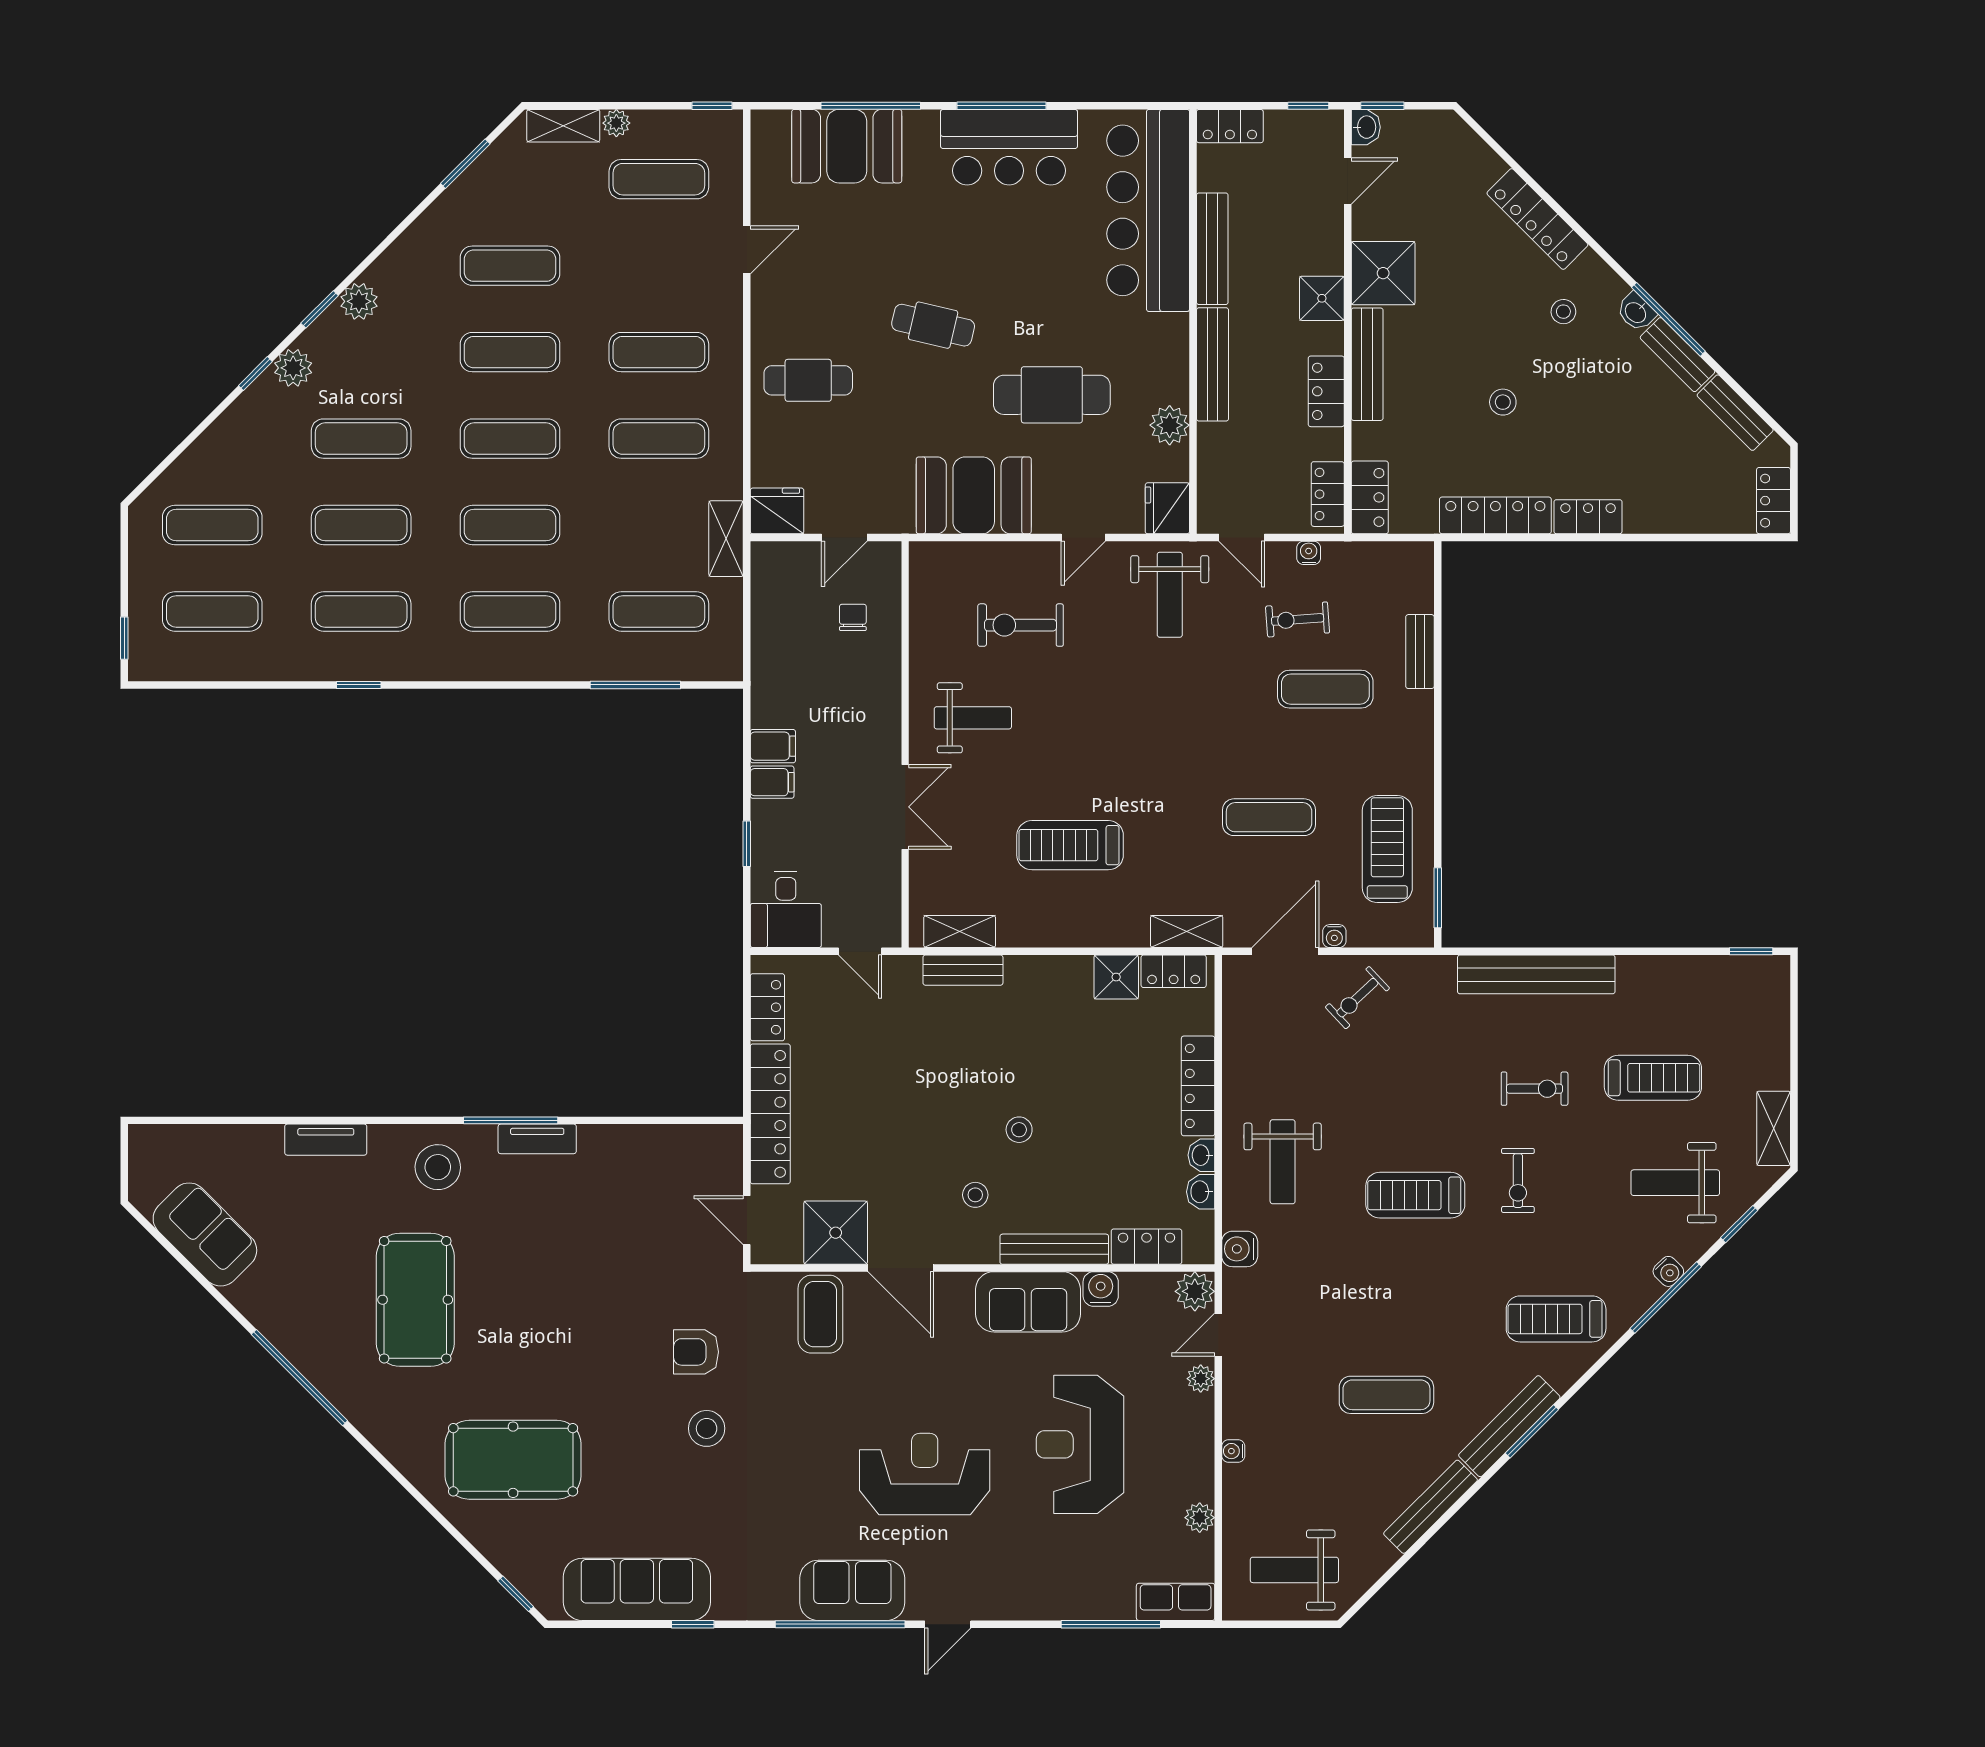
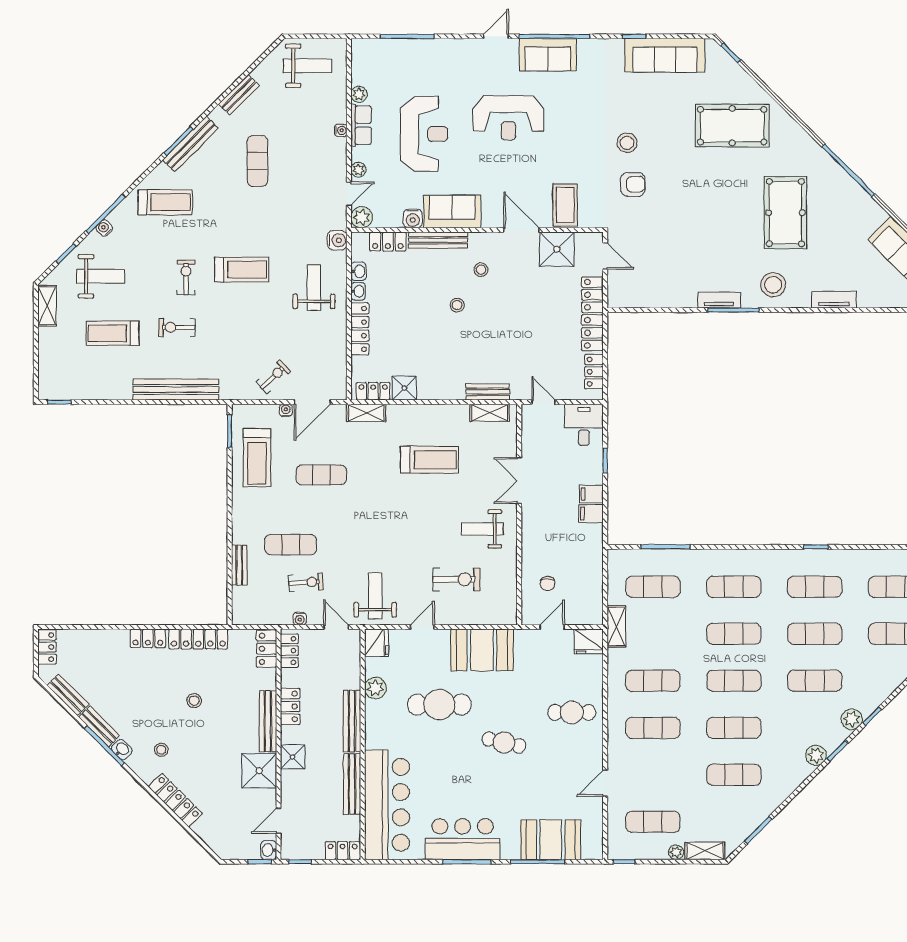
exercise mat: (1386, 1395) -> (257, 161), turned 90
bench: (1431, 1507) -> (239, 95), width x0.73
row of seats: (1176, 1602) -> (361, 125), moved, turned -90

